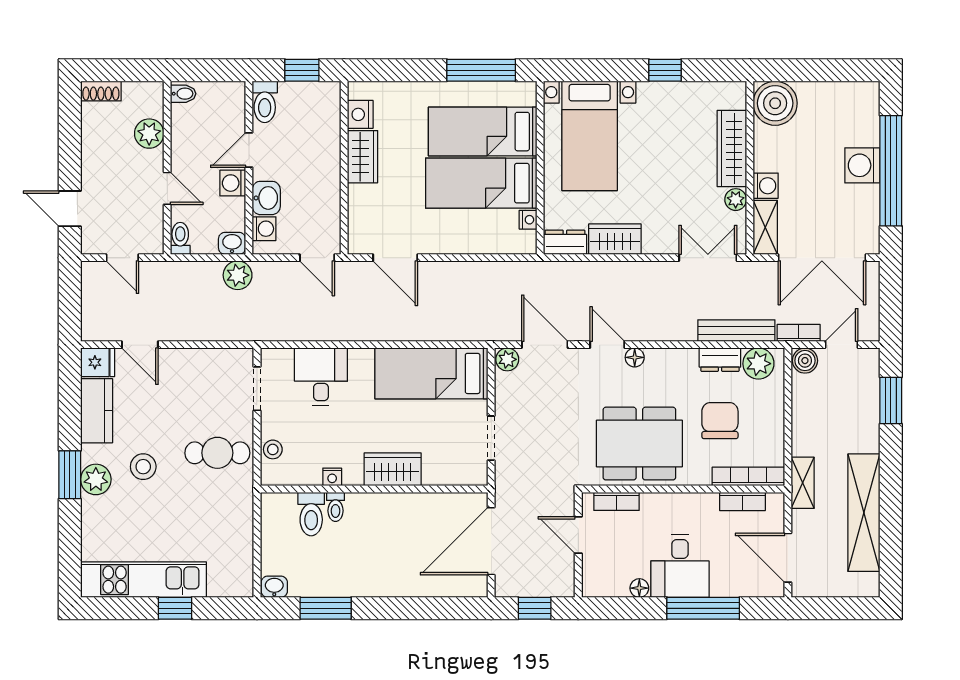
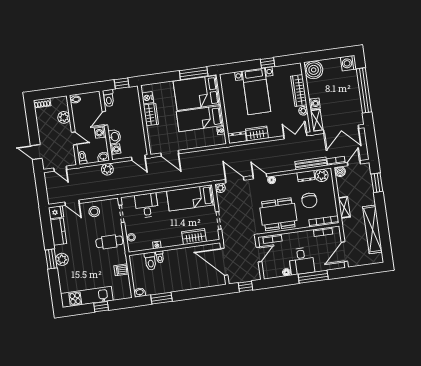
bed: (483, 132) -> (197, 93), width x1.50
bed with nightstands: (590, 136) -> (256, 91), moved
washing machine: (862, 165) -> (348, 63), moved
chair: (720, 421) -> (309, 200), turned 180
stool: (143, 467) -> (94, 212), moved
wardrobe: (393, 469) -> (194, 237), moved
shelving: (803, 483) -> (344, 207), moved
dishwasher: (237, 525) -> (121, 270), added
door: (578, 535) -> (259, 254), swing flipped
door: (491, 541) -> (224, 262), hinge flipped
door: (788, 558) -> (344, 252), hinge flipped

